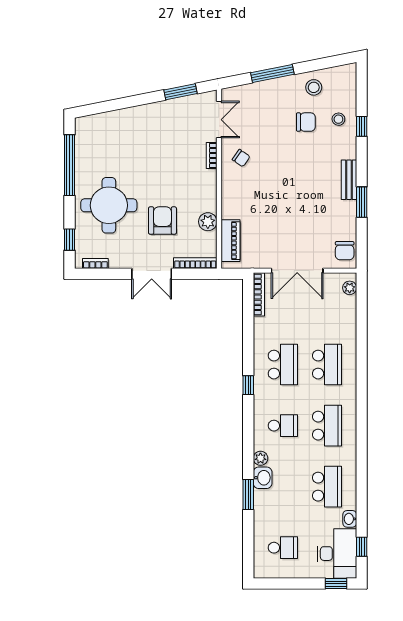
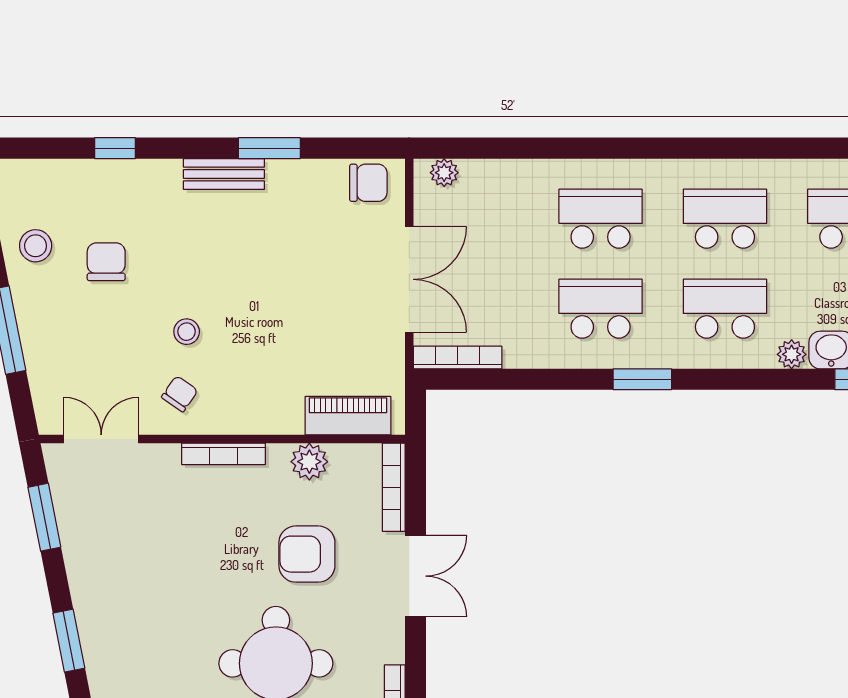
window: (120, 104) -> (69, 641), added
stool: (338, 119) -> (187, 332), moved
bookcase: (212, 156) -> (224, 454), moved, width x1.56
window: (248, 385) -> (642, 379), width x1.50
school desk: (283, 426) -> (725, 309), width x1.85

